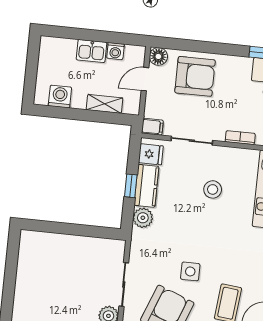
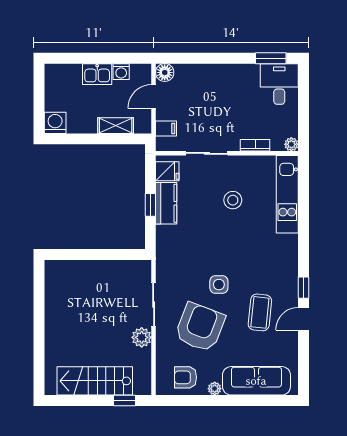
armchair: (195, 76) -> (204, 89), removed
washing machine: (60, 97) -> (55, 123), moved
filing cabinet: (152, 127) -> (166, 128), moved
plant: (143, 218) -> (166, 236), removed

